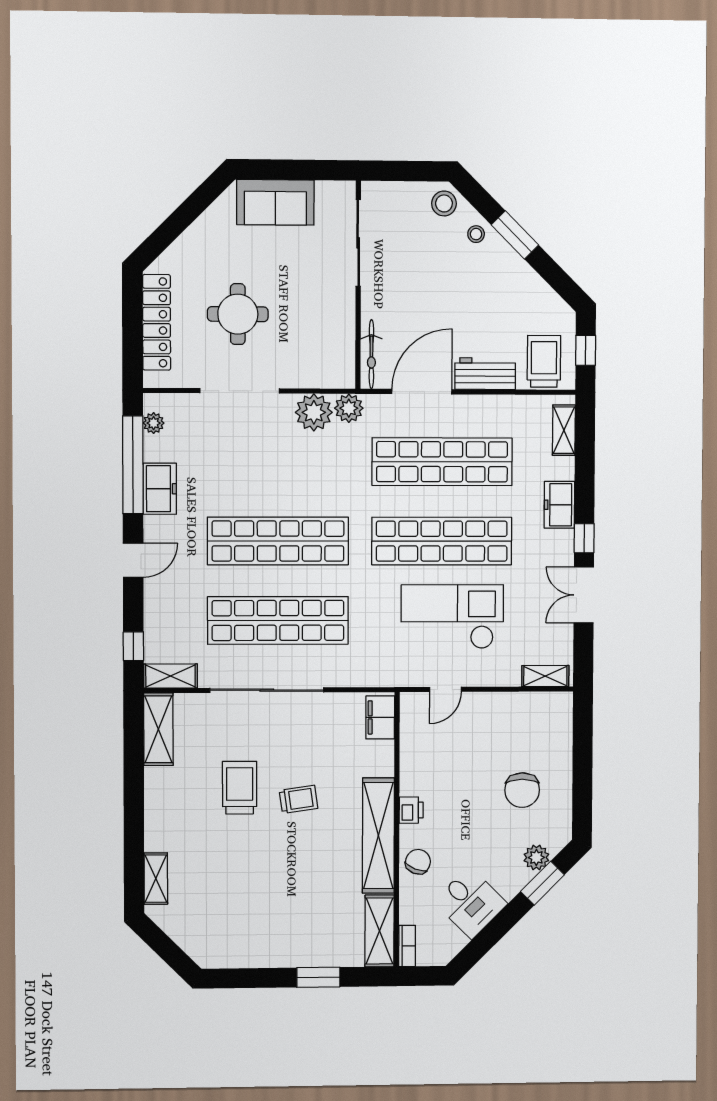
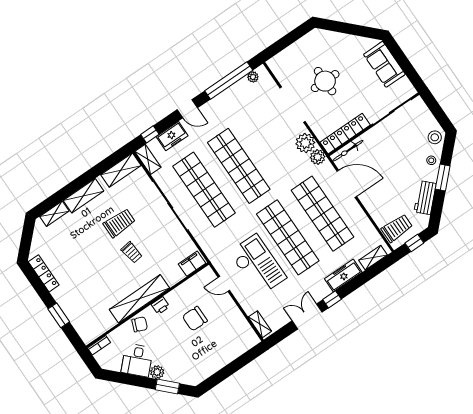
locker: (157, 322) -> (345, 134), moved, turned 180
workbench: (485, 374) -> (425, 198), moved, turned -135
freezer: (160, 489) -> (172, 136), moved
freezer: (559, 505) -> (343, 275), width x1.40
chair: (522, 790) -> (195, 319), moved
plant: (536, 857) -> (157, 372), moved
shelving: (379, 931) -> (83, 196), moved
locker: (237, 957) -> (44, 273), added

